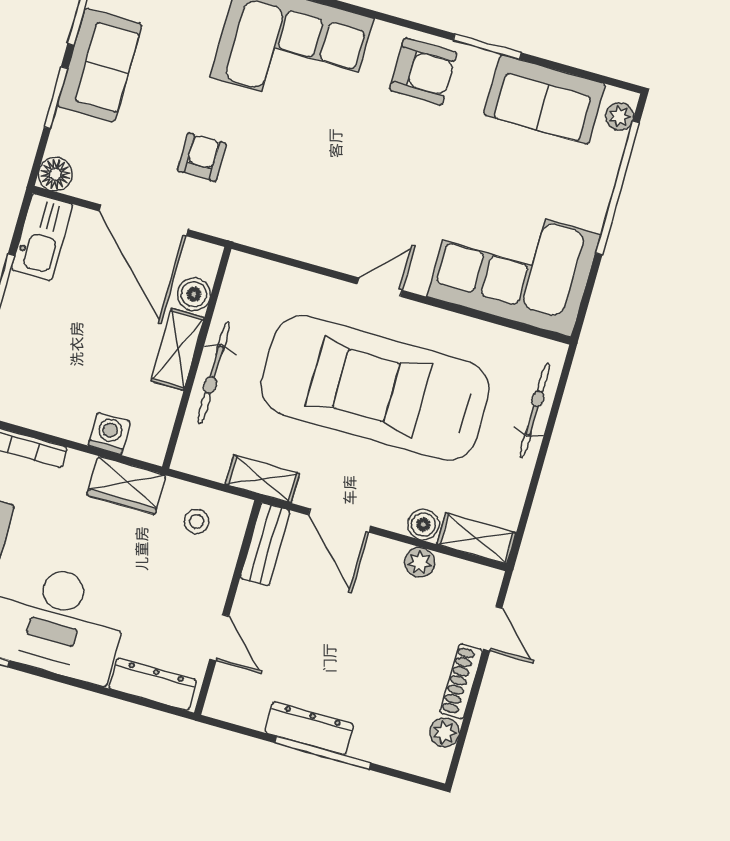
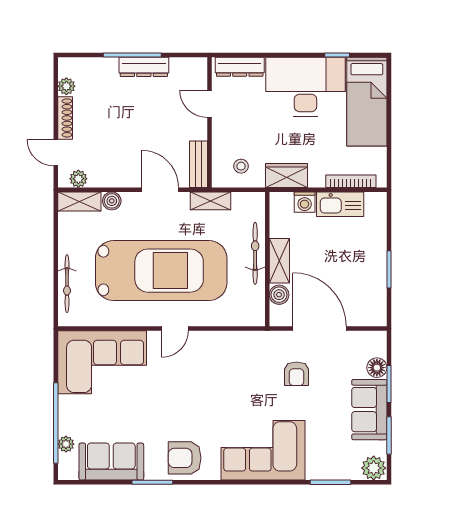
plant: (620, 117) -> (66, 444), moved
floor lamp: (55, 174) -> (377, 368), moved
kitchen sink: (42, 237) -> (340, 204), moved, turned -90
plant: (420, 562) -> (78, 179), moved

